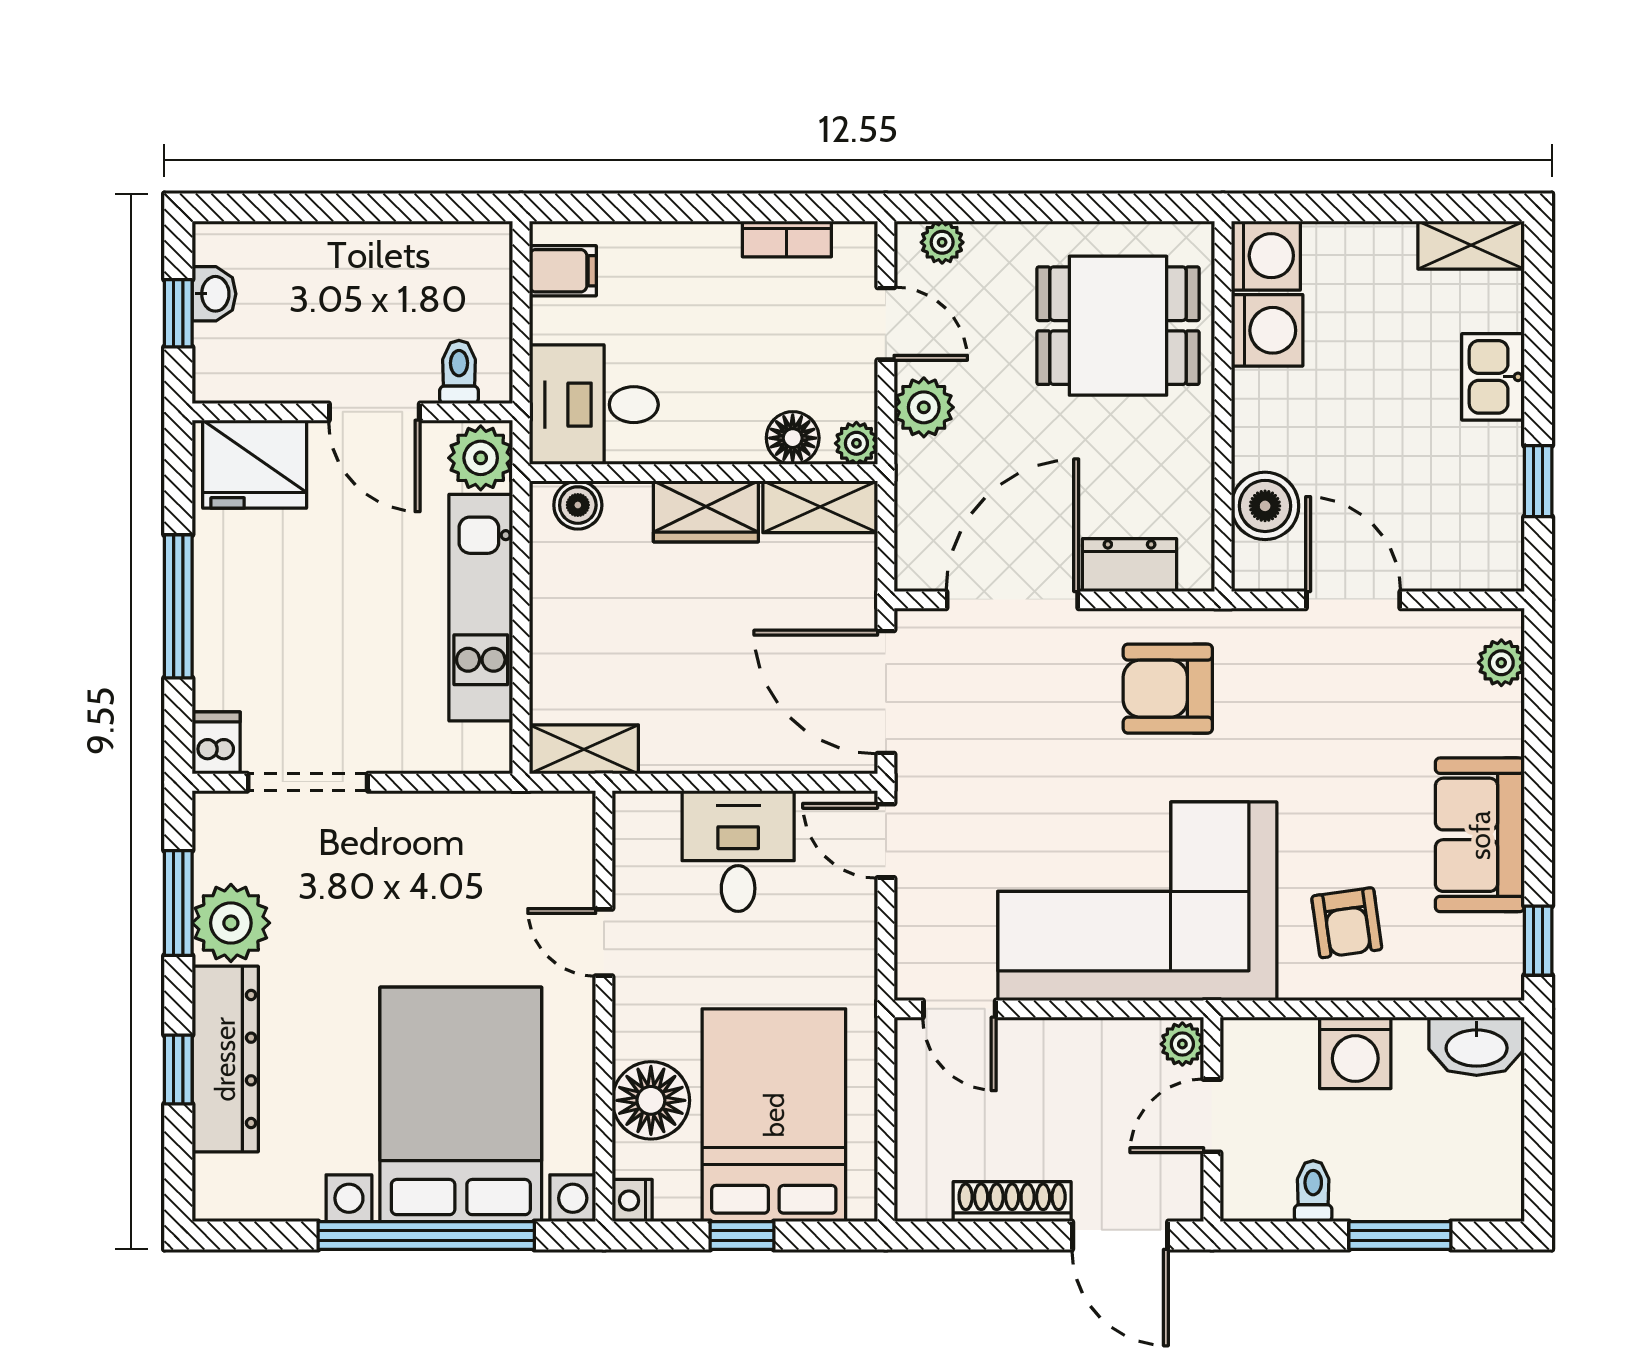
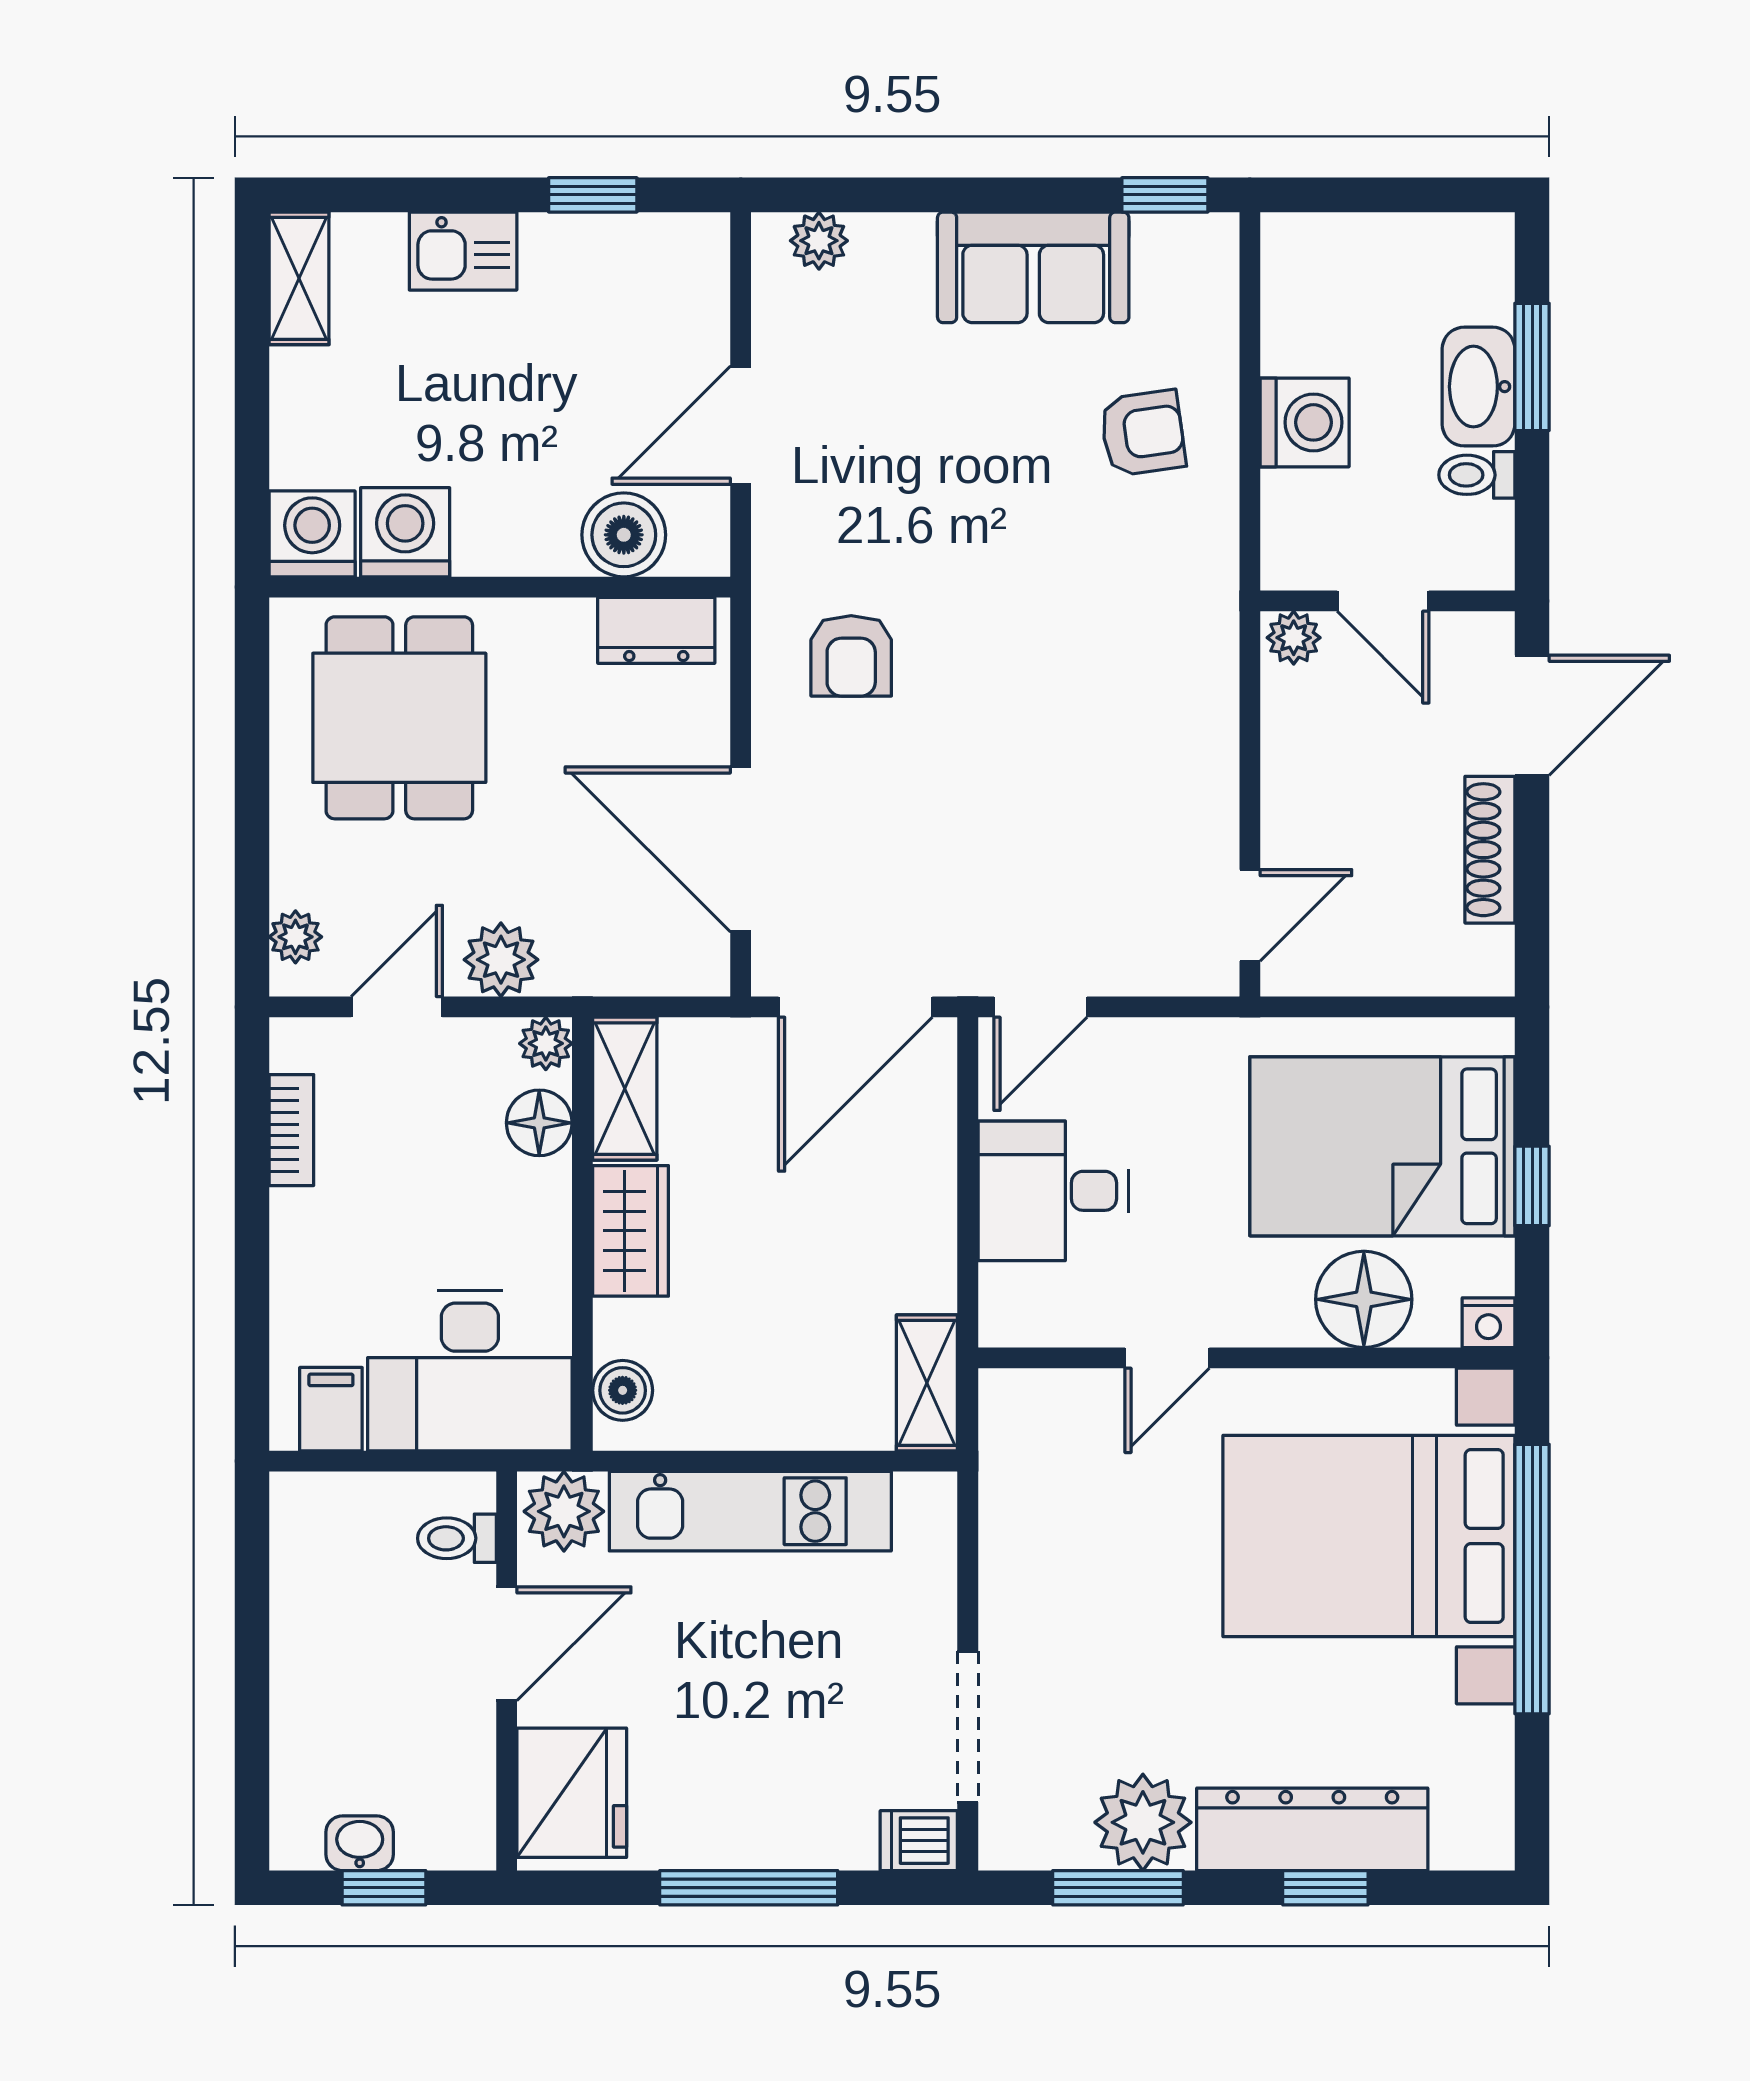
desk: (594, 405) -> (470, 1370), width x1.37
dresser: (1129, 565) -> (656, 630), moved, turned -90
armchair: (1168, 689) -> (851, 656), width x0.72, depth x0.72
corner sofa: (1137, 901) -> (1116, 694), removed
washbasin: (1477, 1046) -> (1479, 387), moved, turned 180

